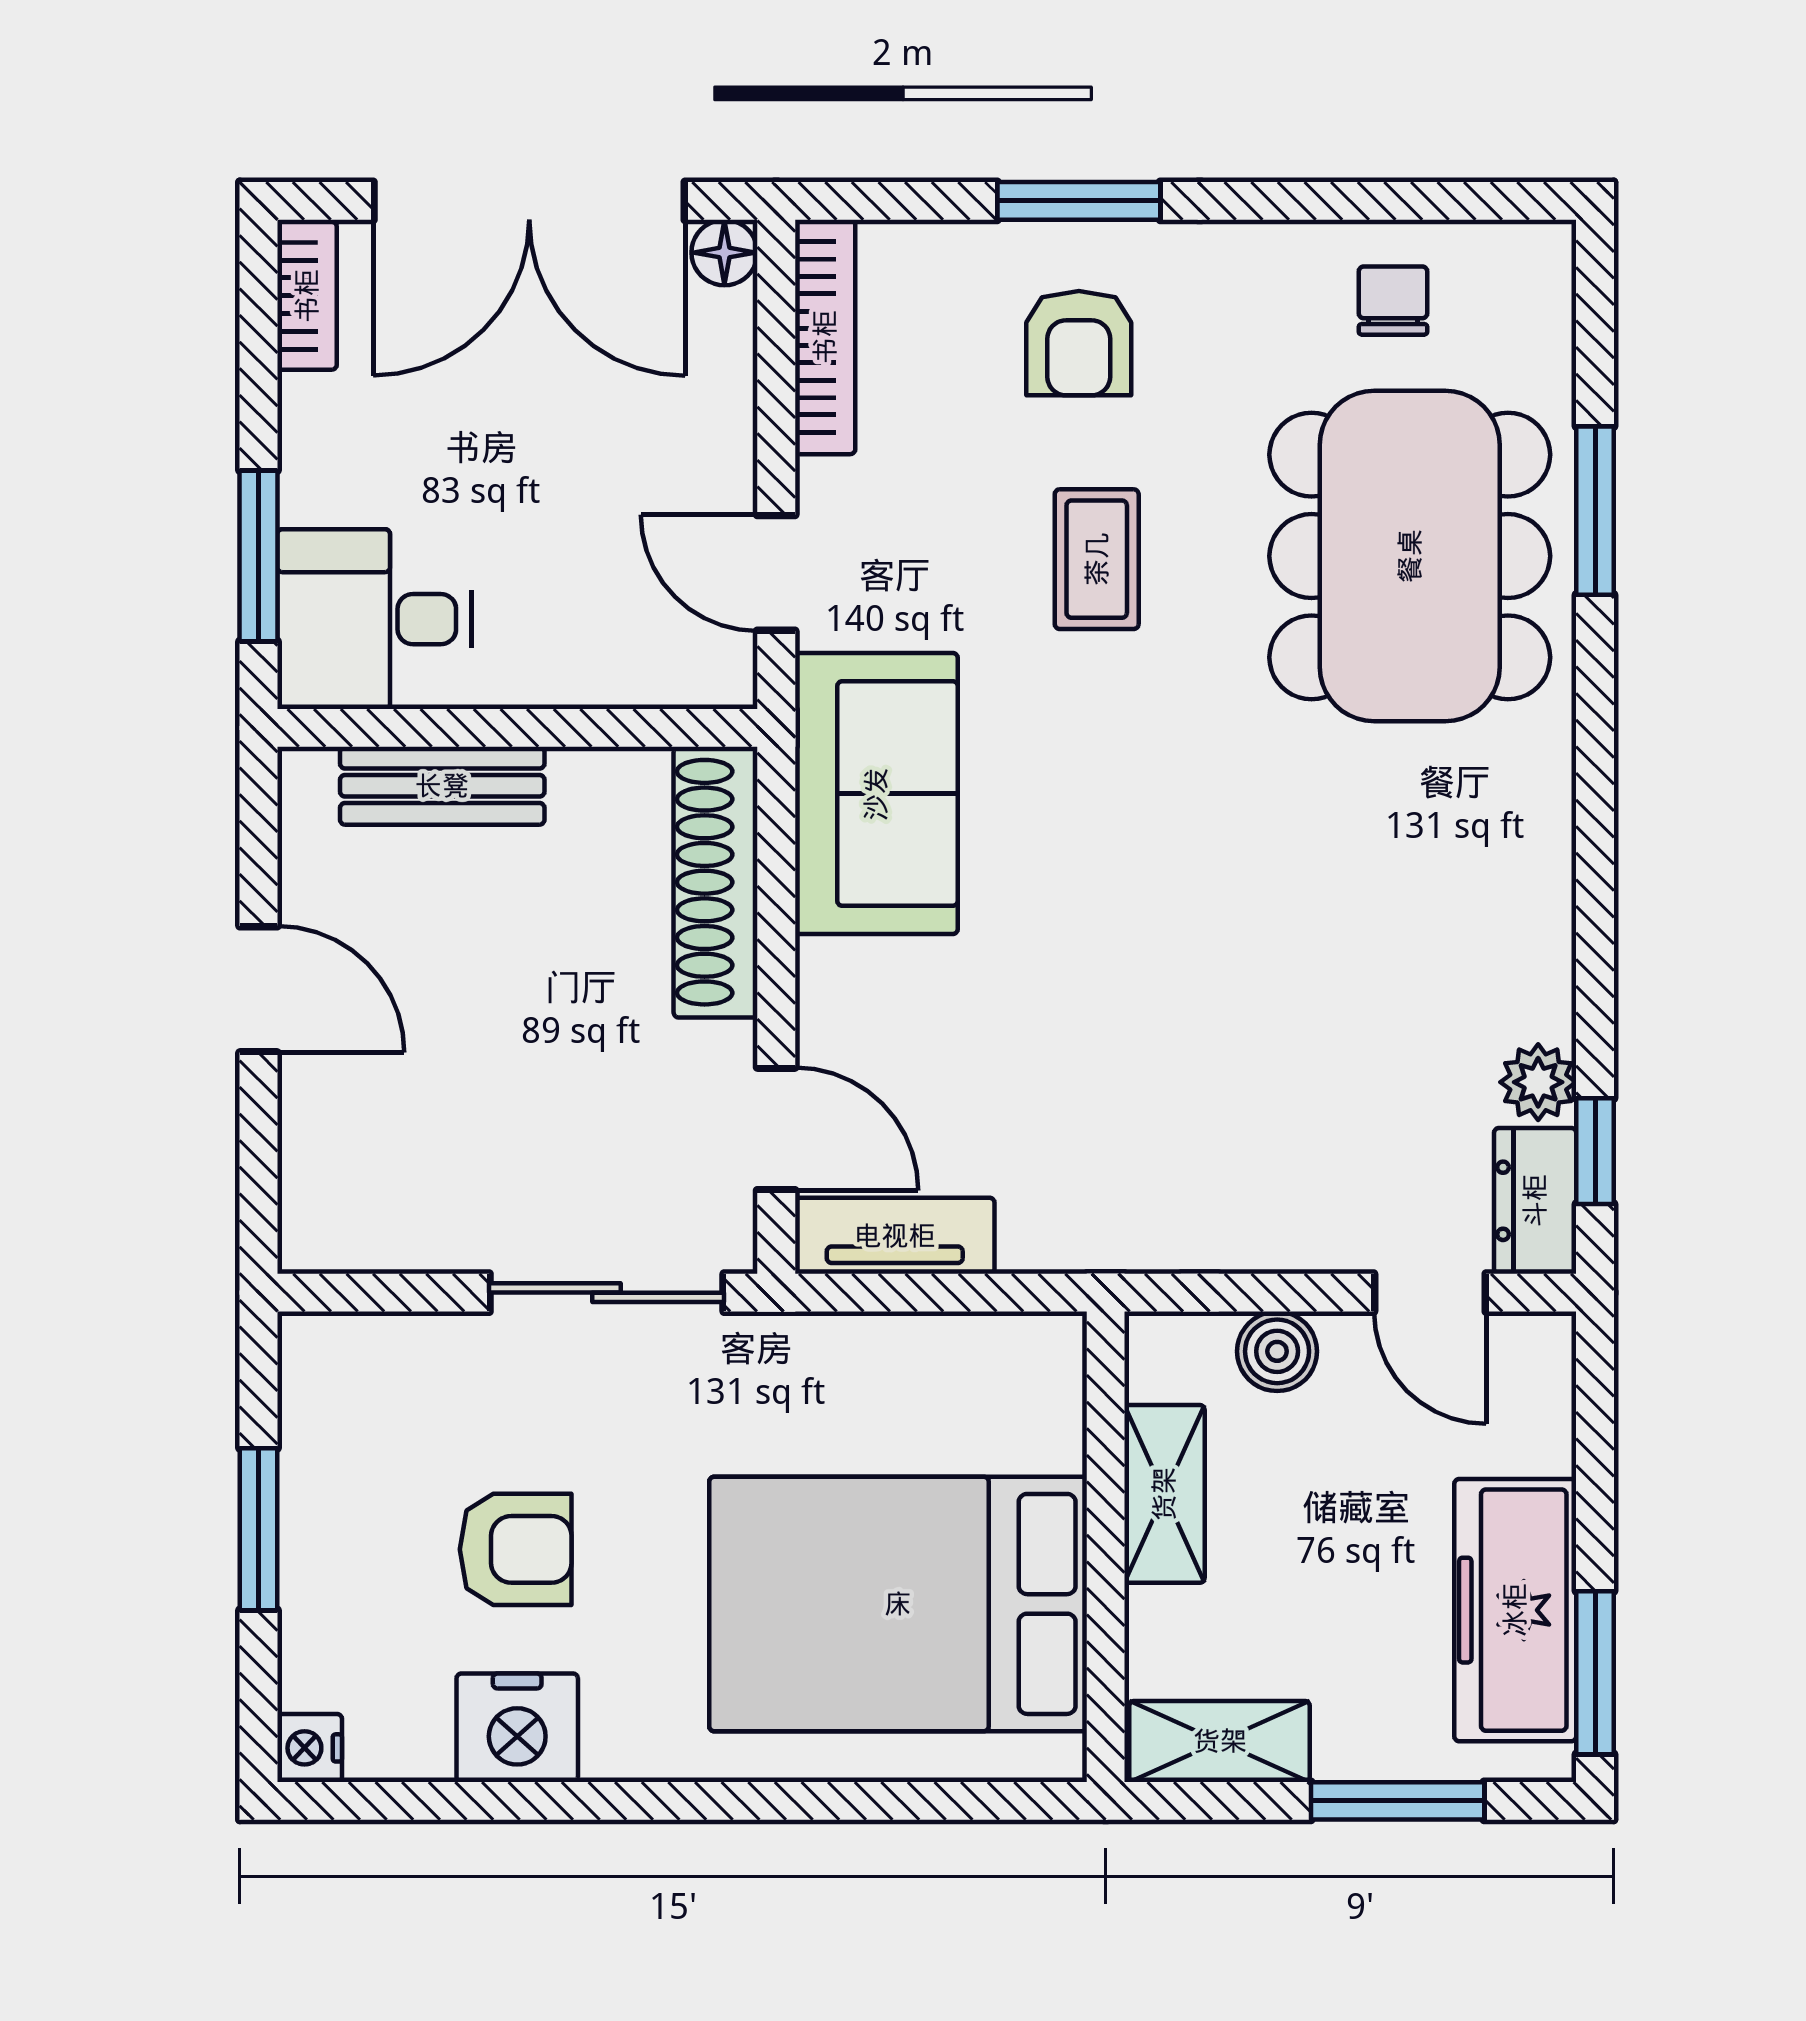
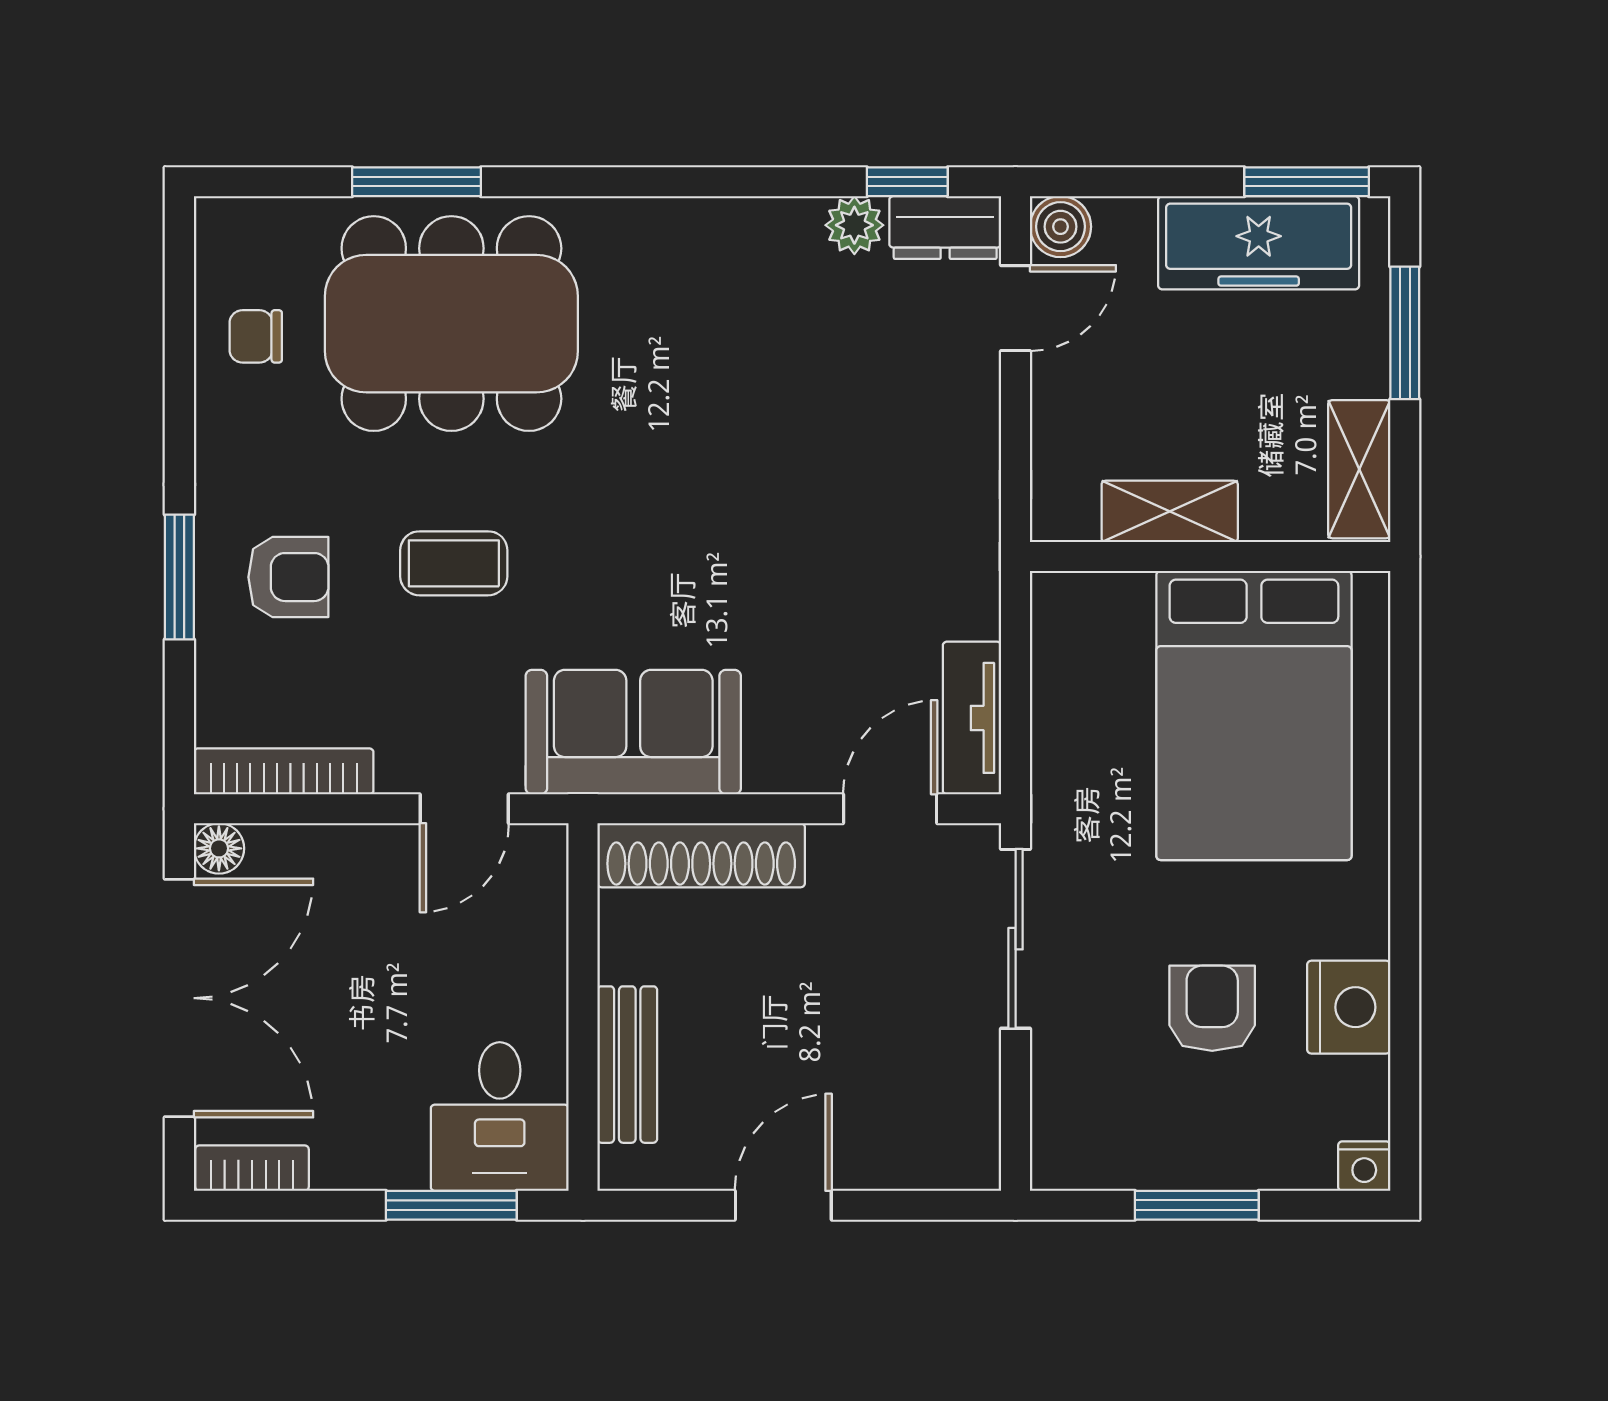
boiler: (1277, 1351) -> (1060, 227), moved

